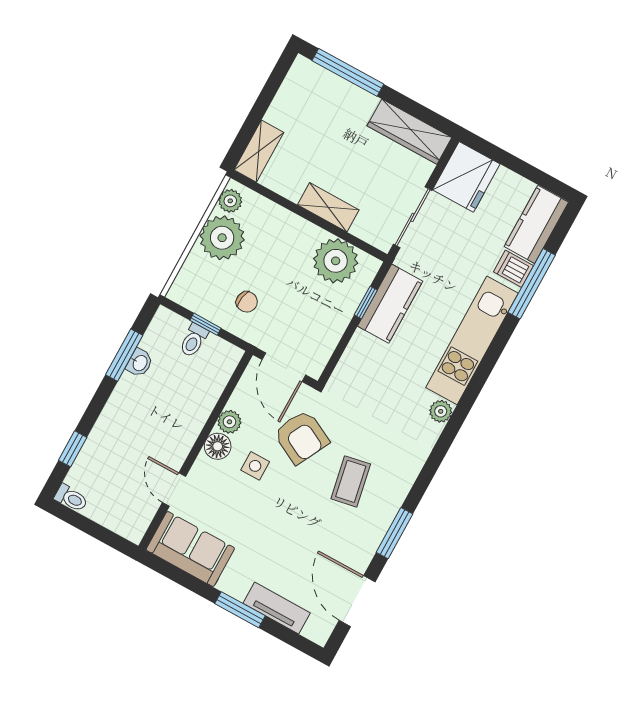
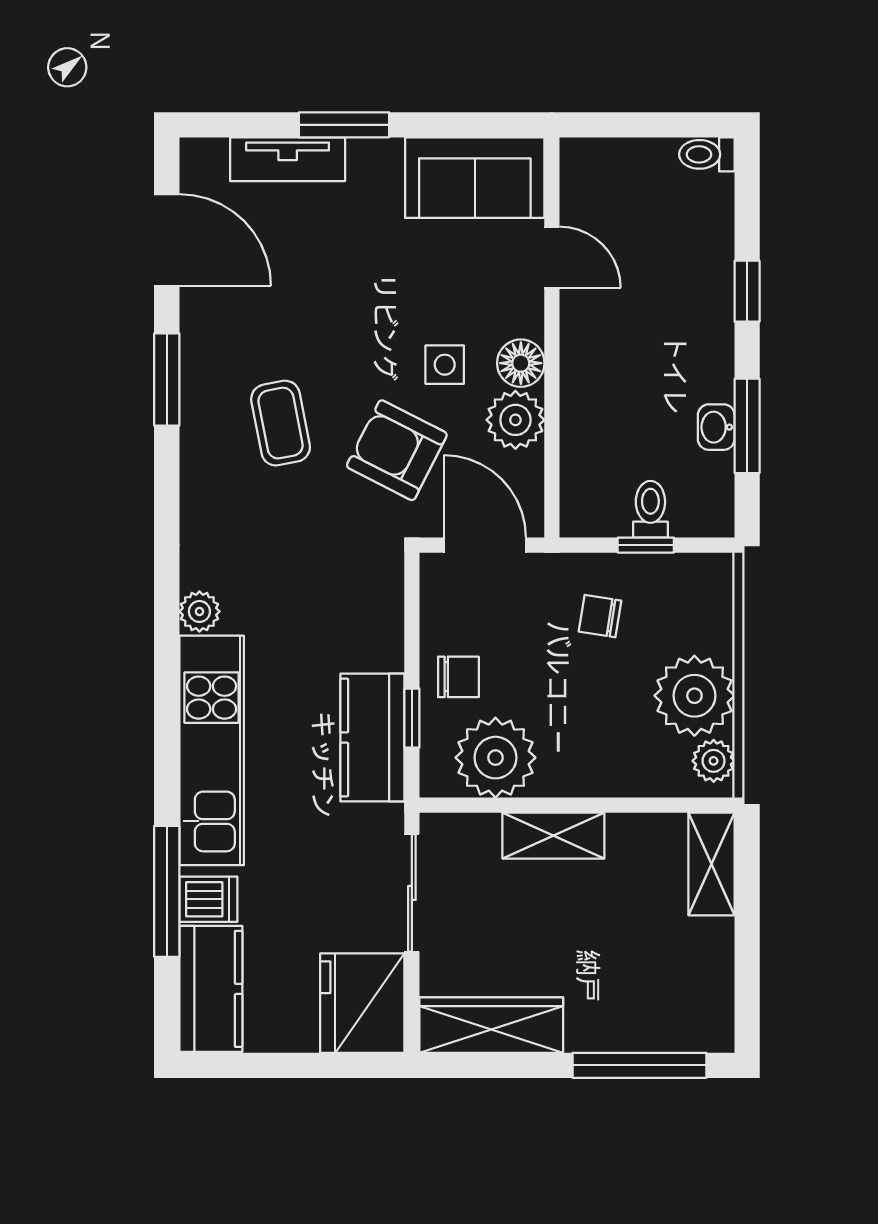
chair: (332, 310) -> (458, 677), added
plant: (229, 422) -> (515, 420), width x1.38, depth x1.38
window: (73, 449) -> (747, 291), moved

